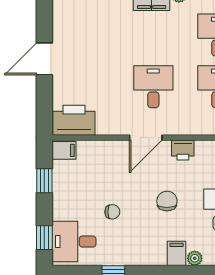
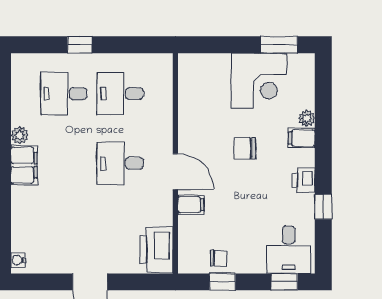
filing cabinet: (64, 150) -> (191, 205), moved, turned 90
printer: (183, 150) -> (304, 180), moved, turned 180
chair: (112, 212) -> (219, 258), moved, turned 90

